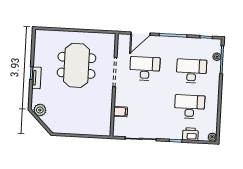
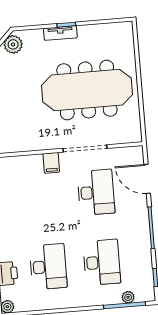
meeting table: (77, 65) -> (87, 90), width x1.36
filing cabinet: (120, 112) -> (51, 163), moved

